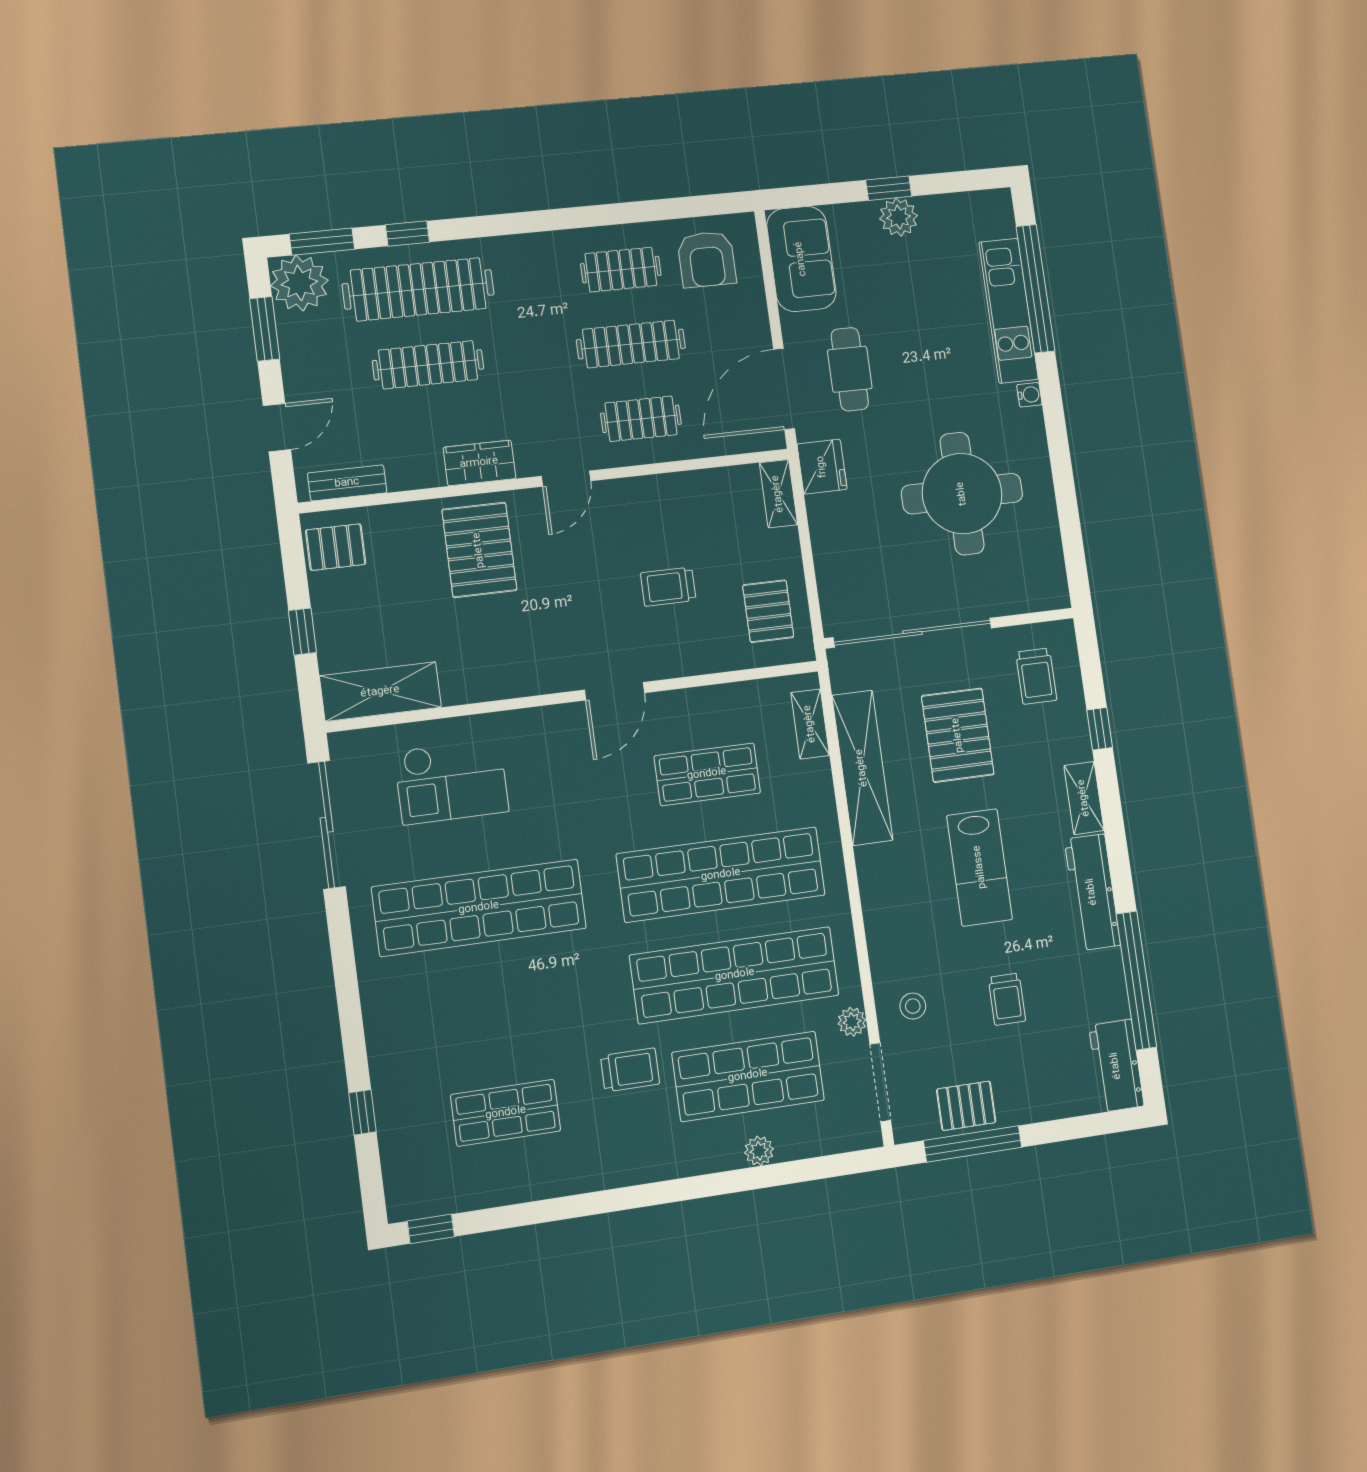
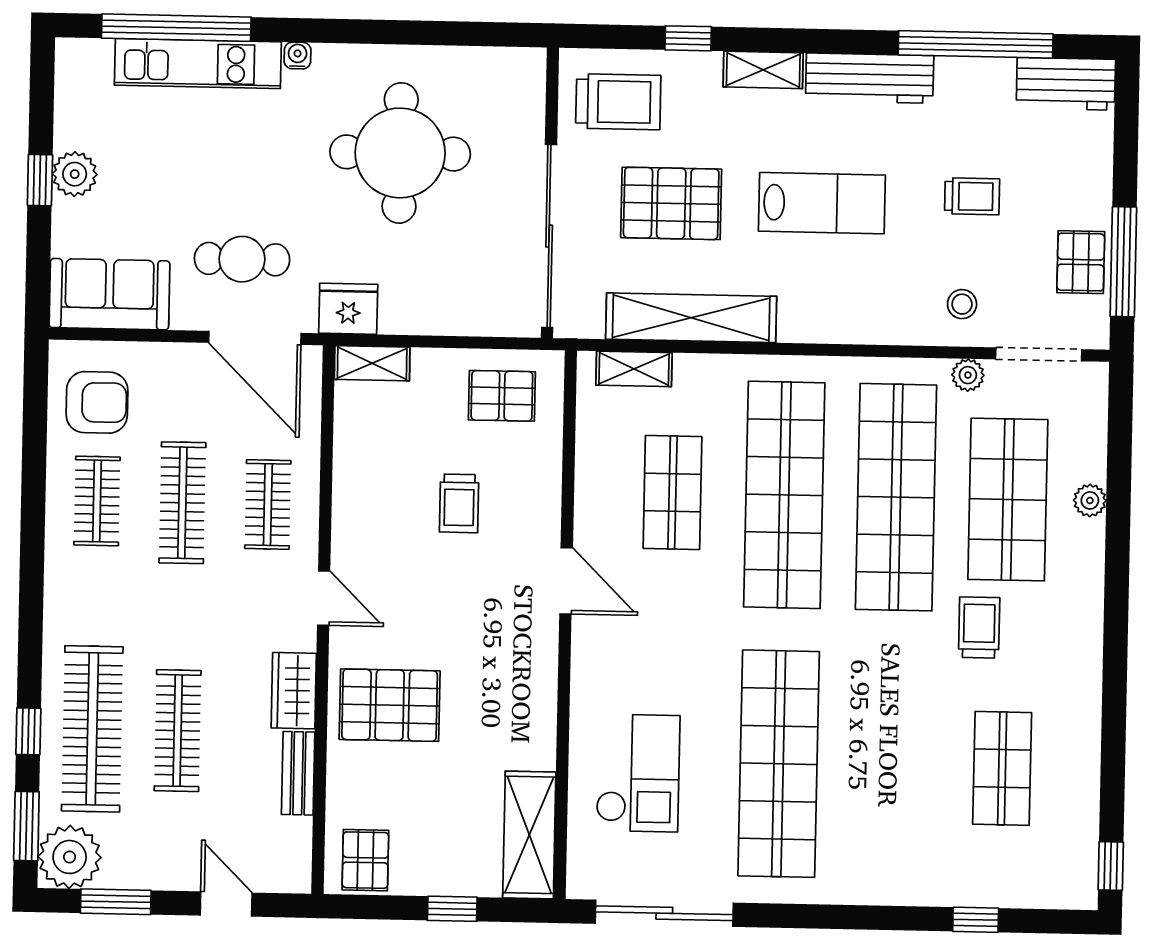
bench: (347, 483) -> (298, 773), moved
trolley: (1036, 676) -> (618, 102), width x1.36, depth x1.39

